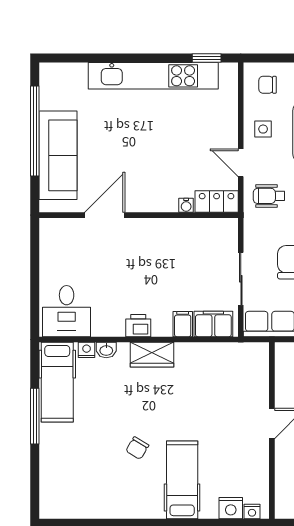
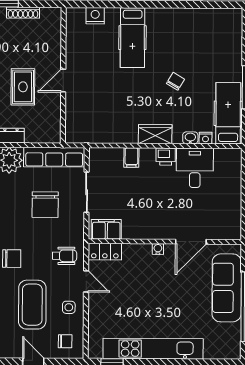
water cooler: (186, 205) -> (158, 249), moved
desk: (67, 311) -> (195, 168), moved
filing cabinet: (213, 324) -> (106, 229), moved, turned 180
chair: (137, 448) -> (175, 81), moved
nightstand: (252, 512) -> (79, 13), removed

